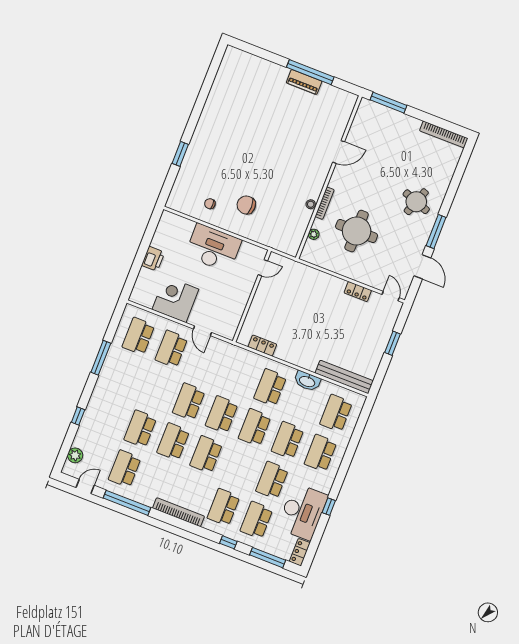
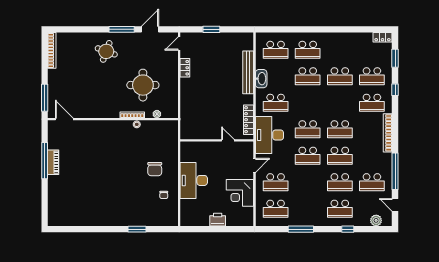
door: (339, 152) -> (64, 119), moved
door: (263, 268) -> (228, 140), moved
locker: (262, 346) -> (249, 120), width x1.53
bench: (344, 377) -> (248, 72), moved
school desk: (255, 427) -> (340, 209), moved
window: (329, 507) -> (343, 29), removed
desk: (302, 512) -> (269, 135), moved, turned -90
window: (268, 558) -> (395, 58), width x0.69

